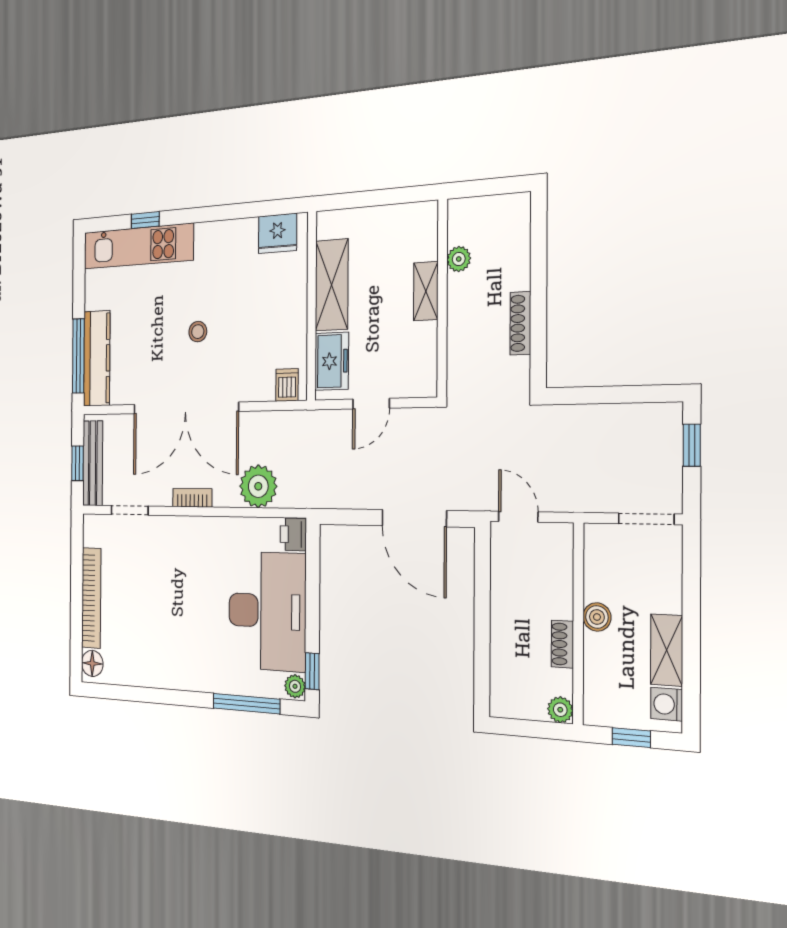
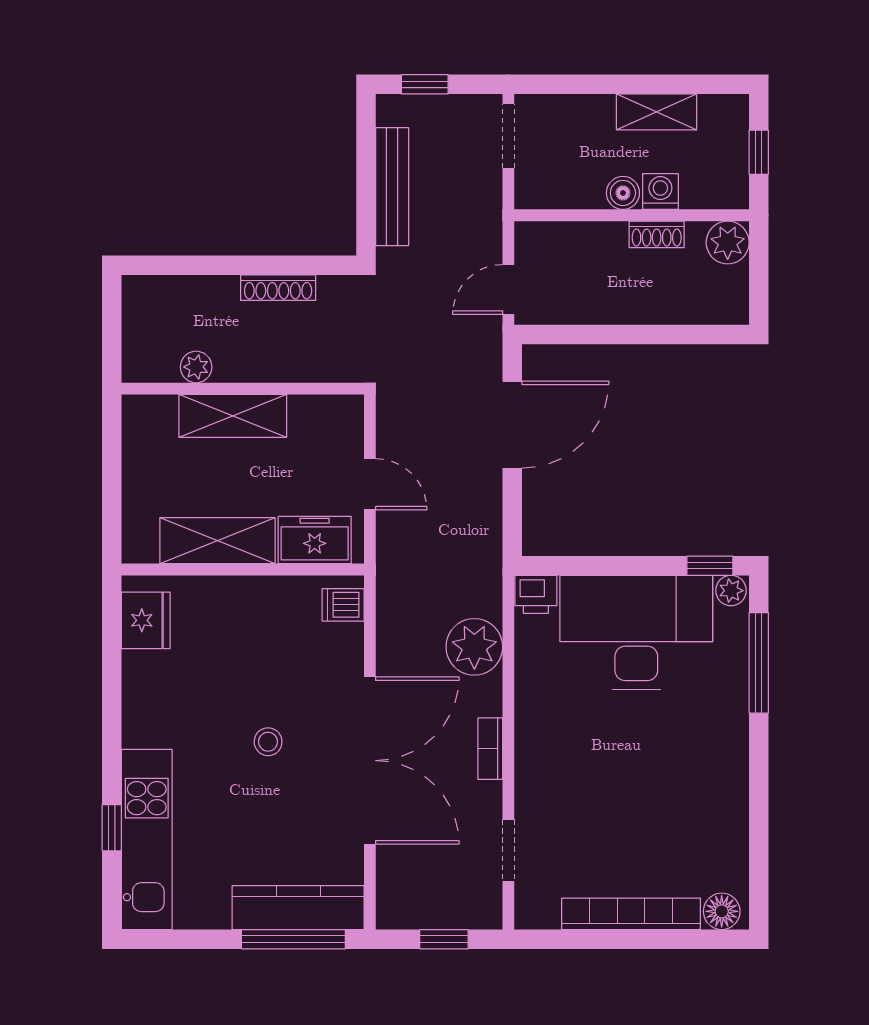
shelving: (426, 291) -> (233, 416), width x1.50, depth x1.33
bench: (93, 463) -> (392, 187), moved, turned 90
washing machine: (667, 704) -> (660, 192), moved, turned 180
plant: (560, 710) -> (728, 242), width x1.38, depth x1.38

